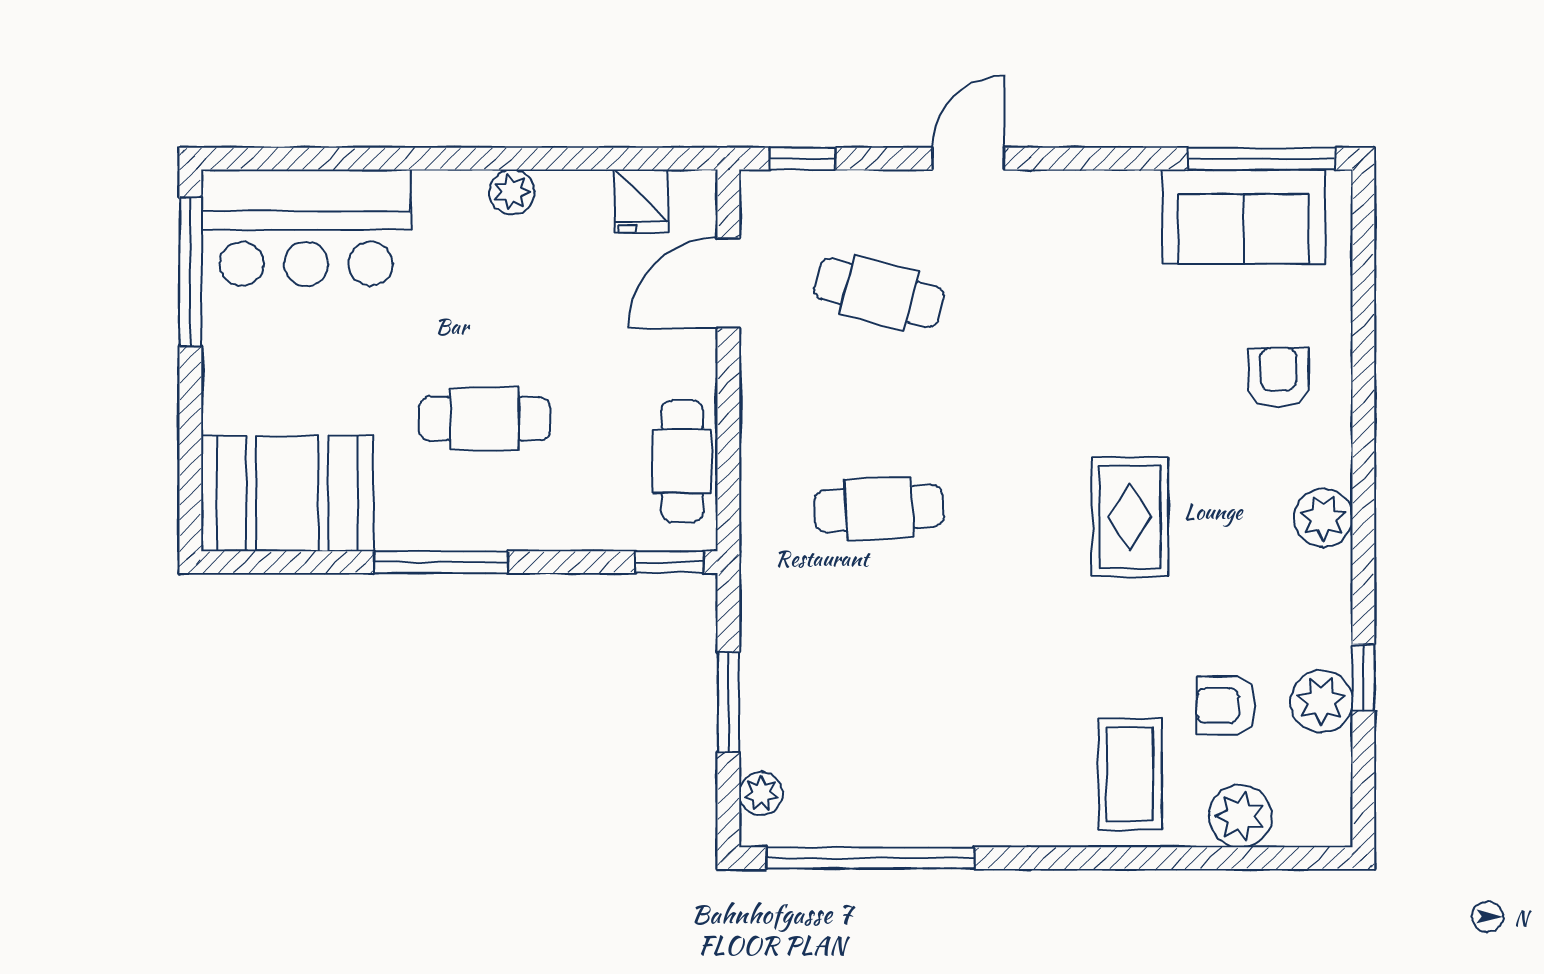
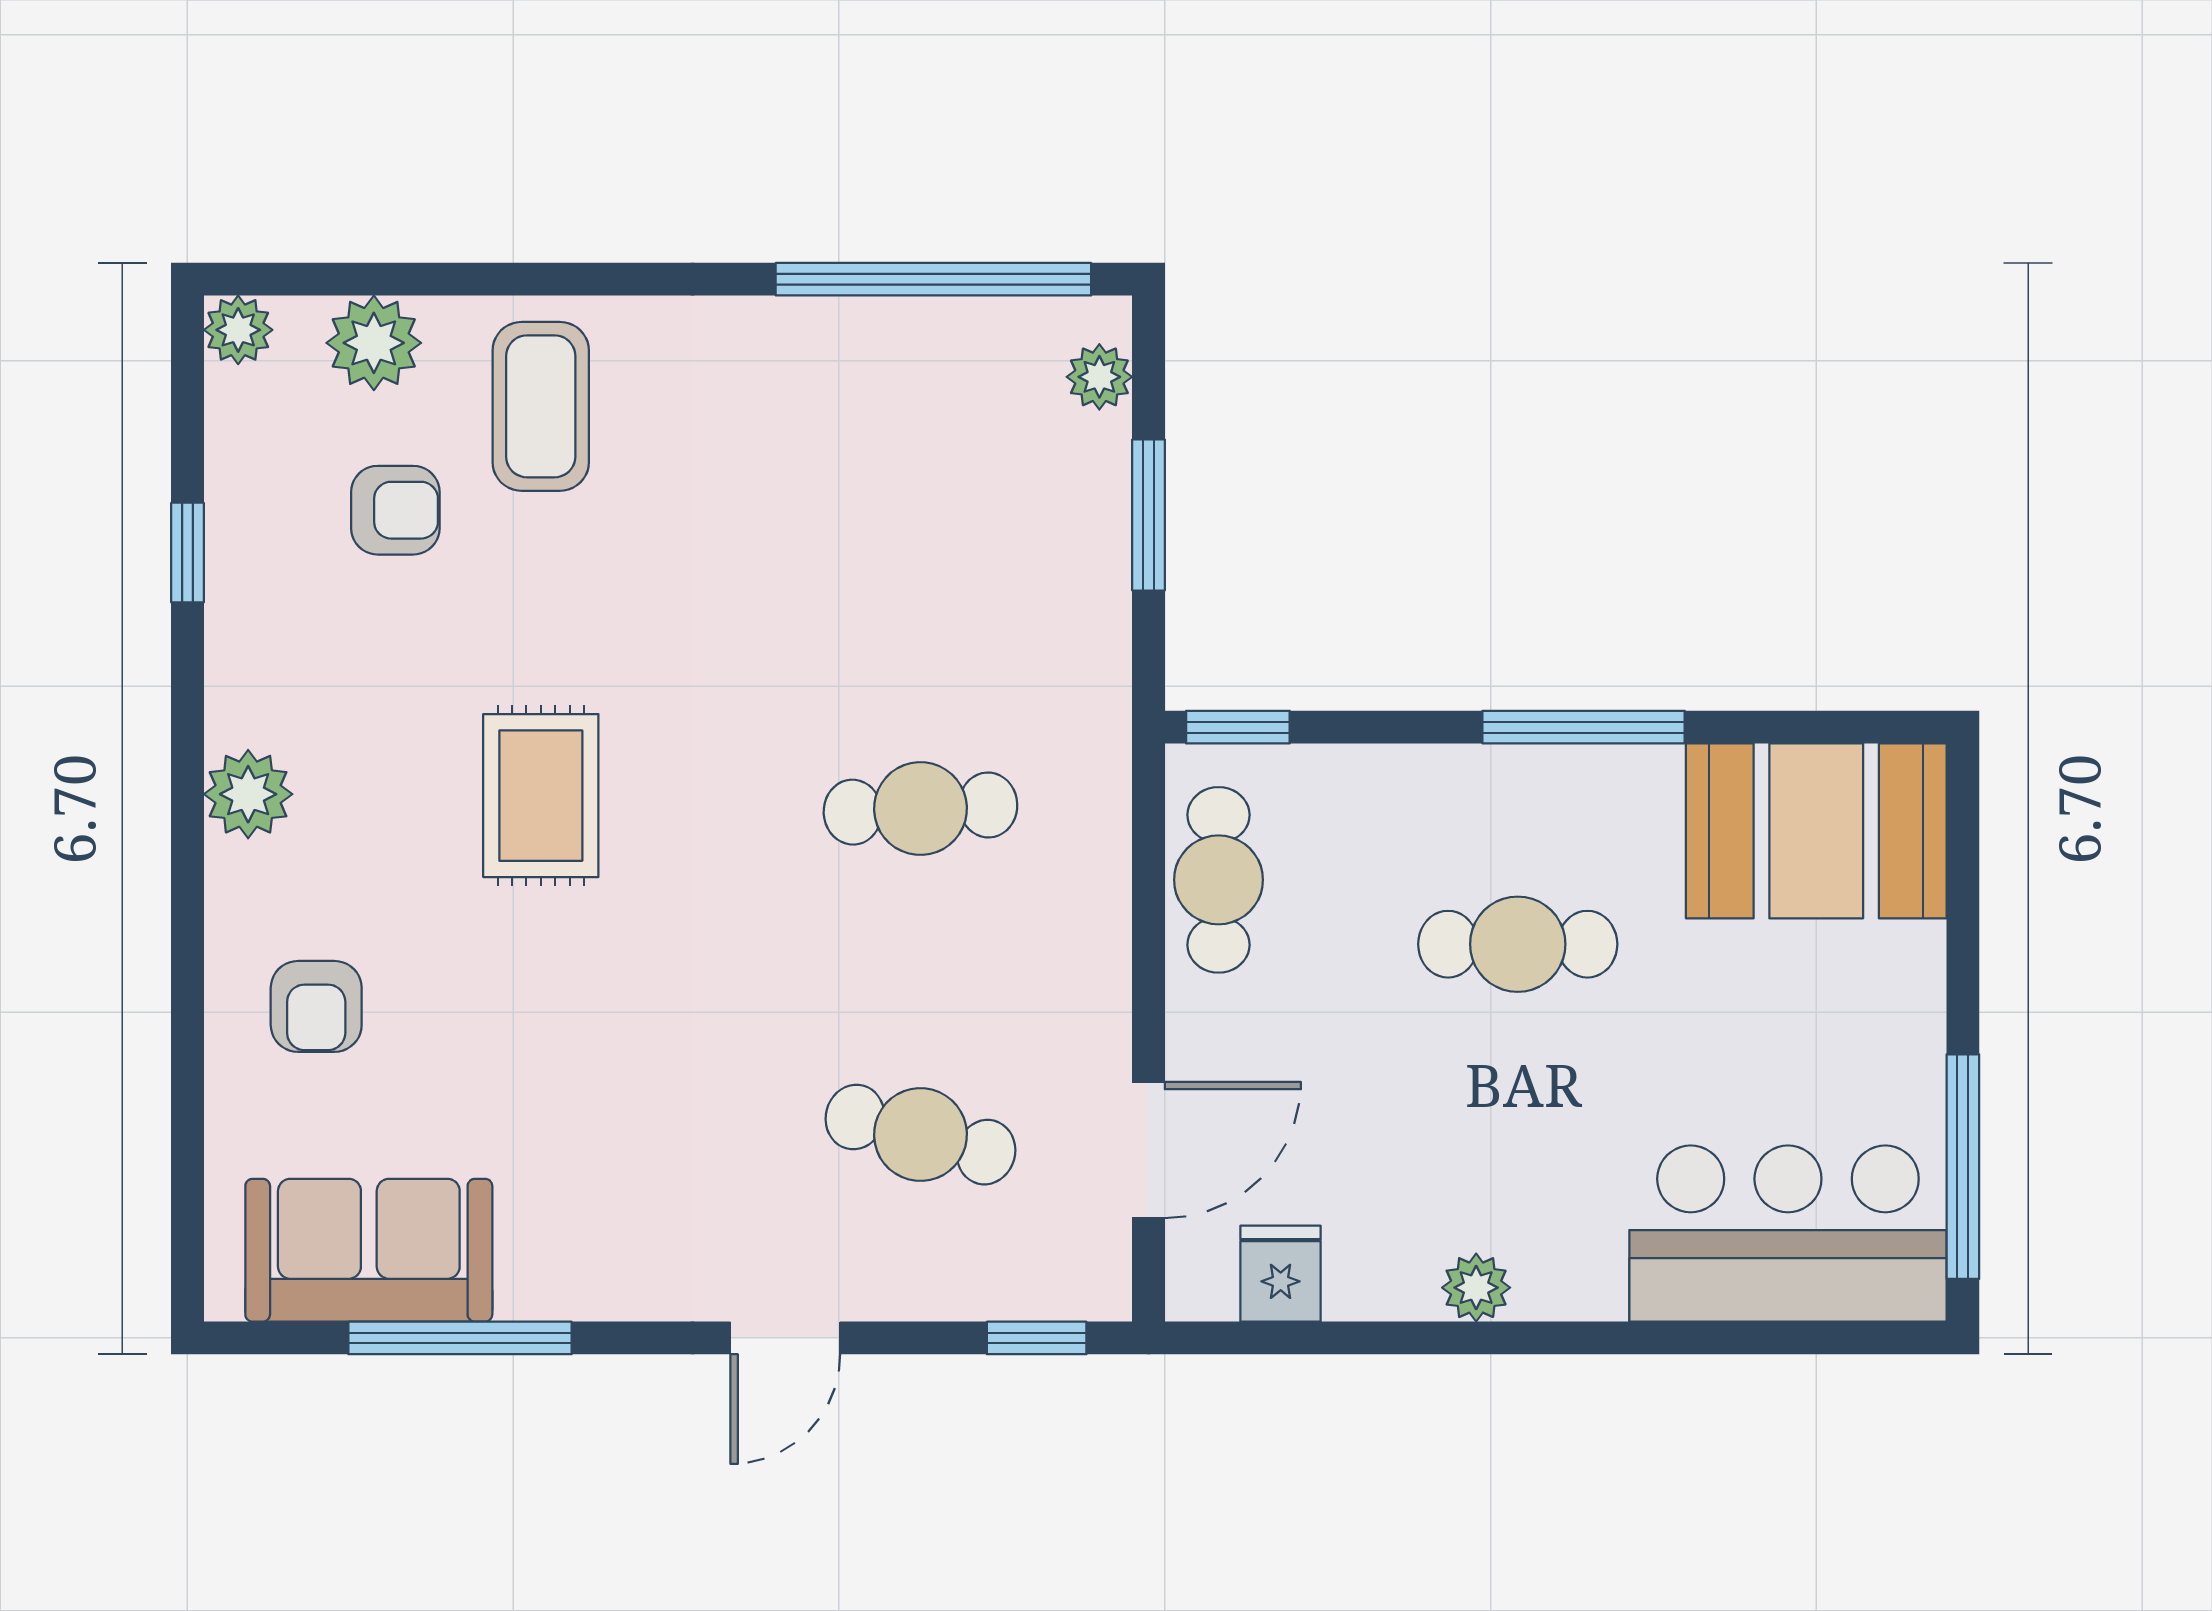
window: (1262, 159) -> (460, 1338), moved
plant: (1321, 701) -> (238, 330), moved, width x0.73, depth x0.73

